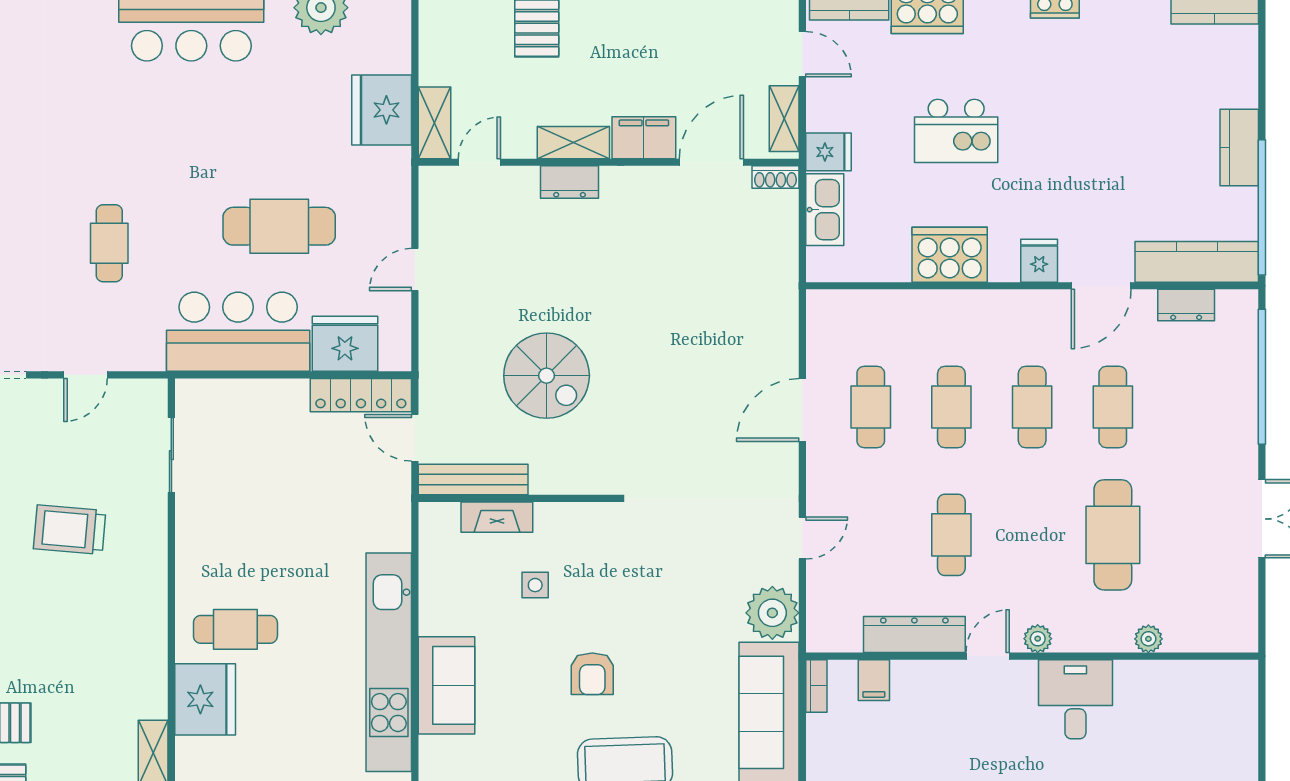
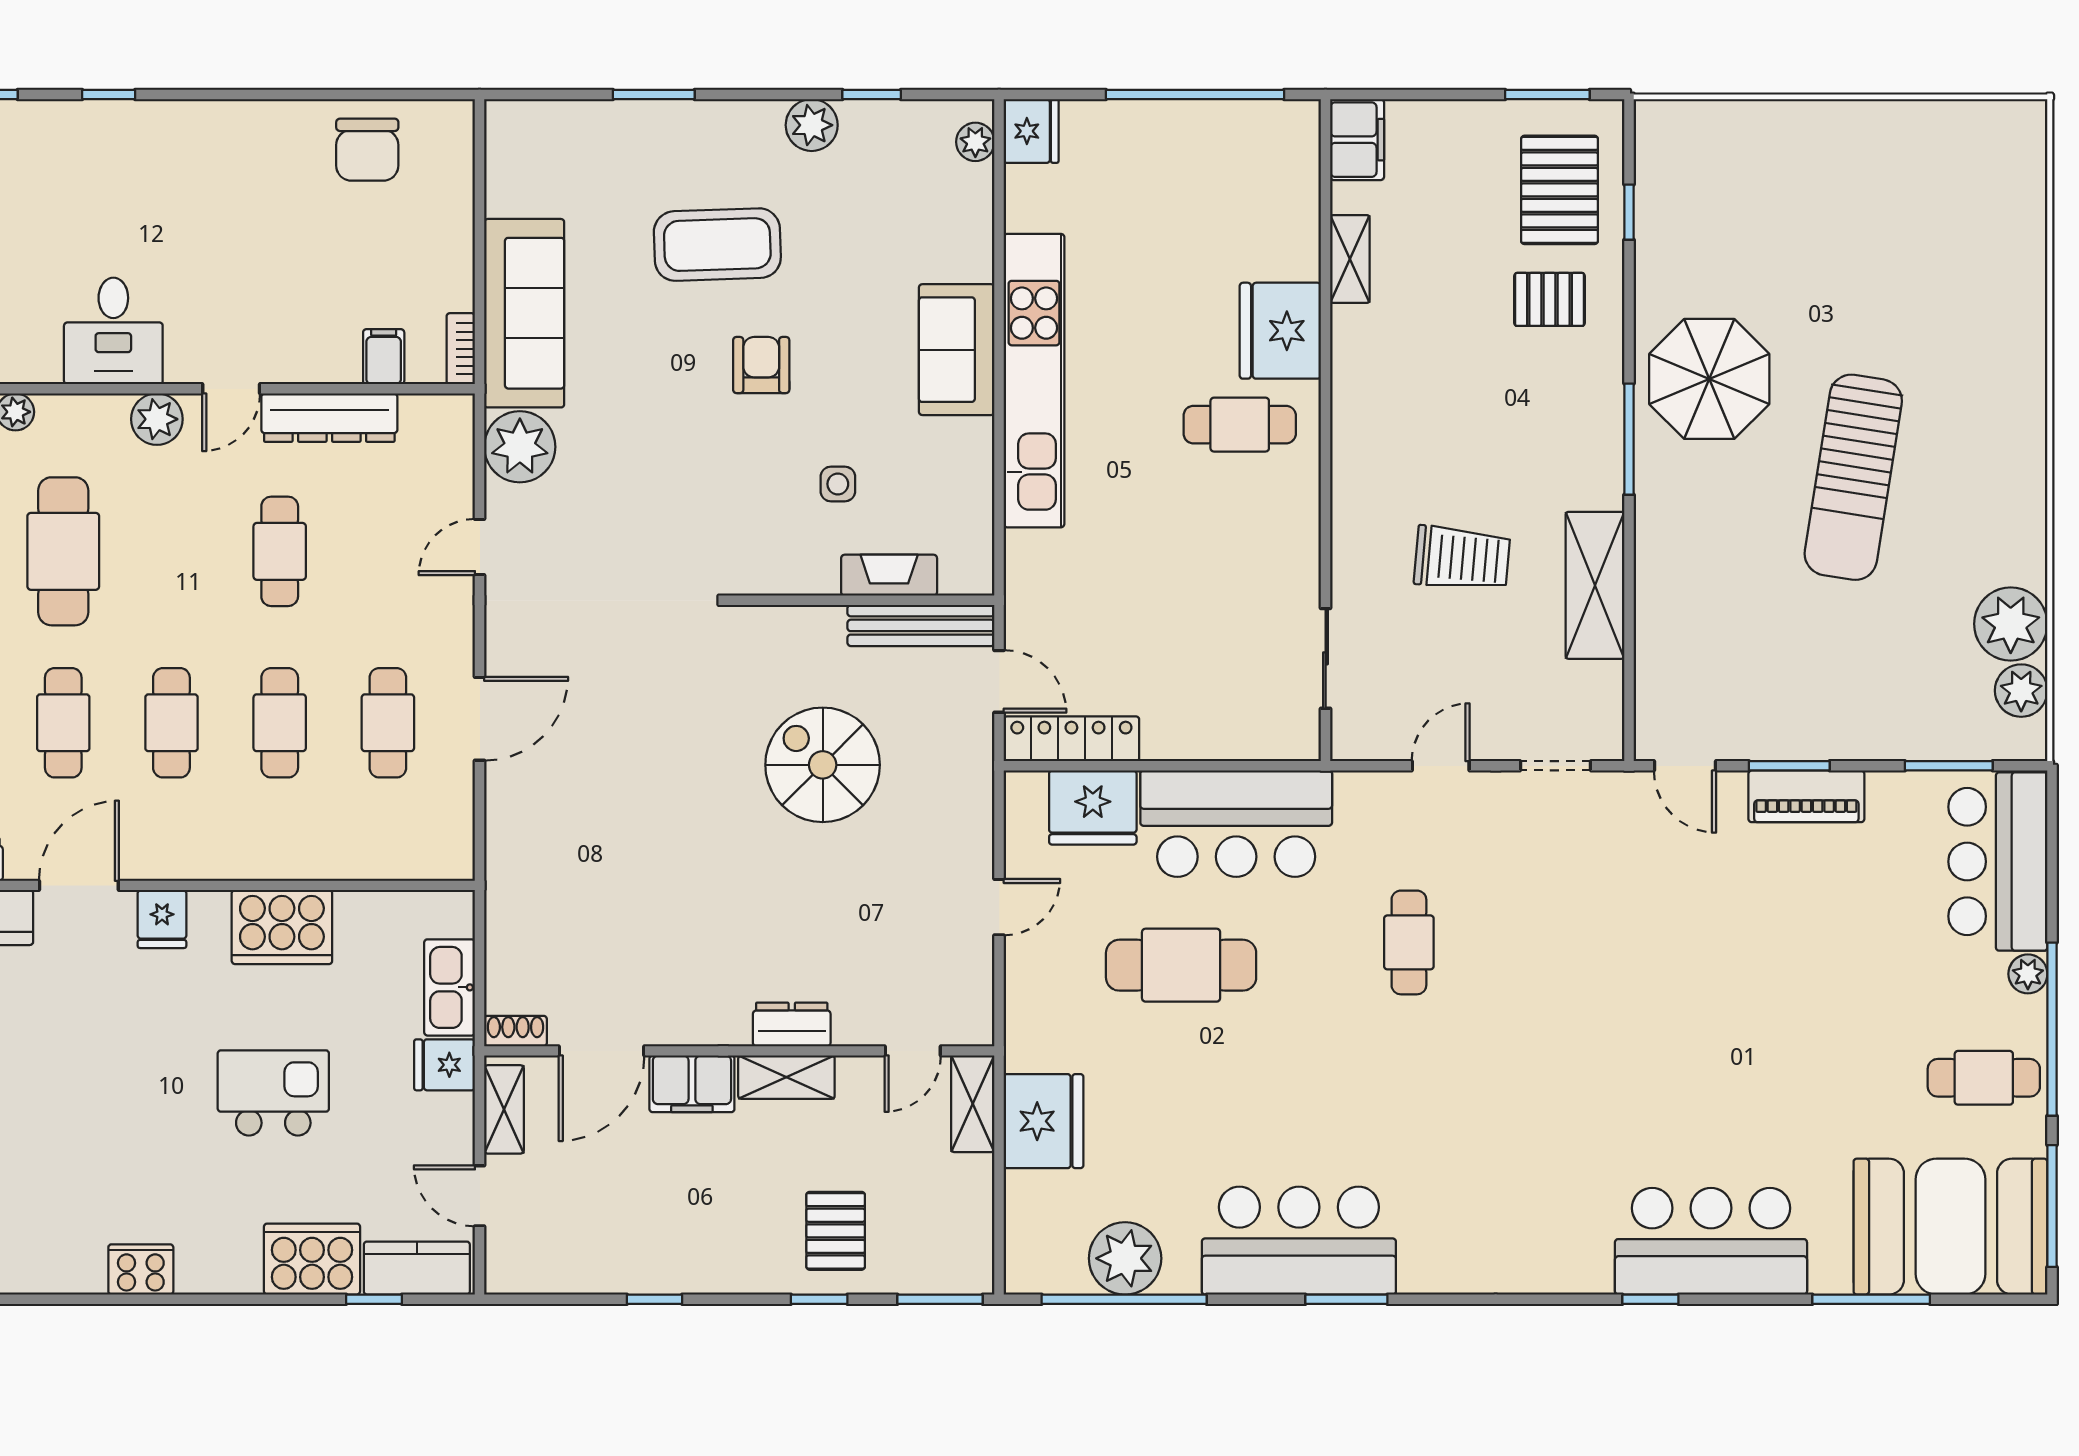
plant: (1038, 639) -> (157, 419), width x1.38, depth x1.38

